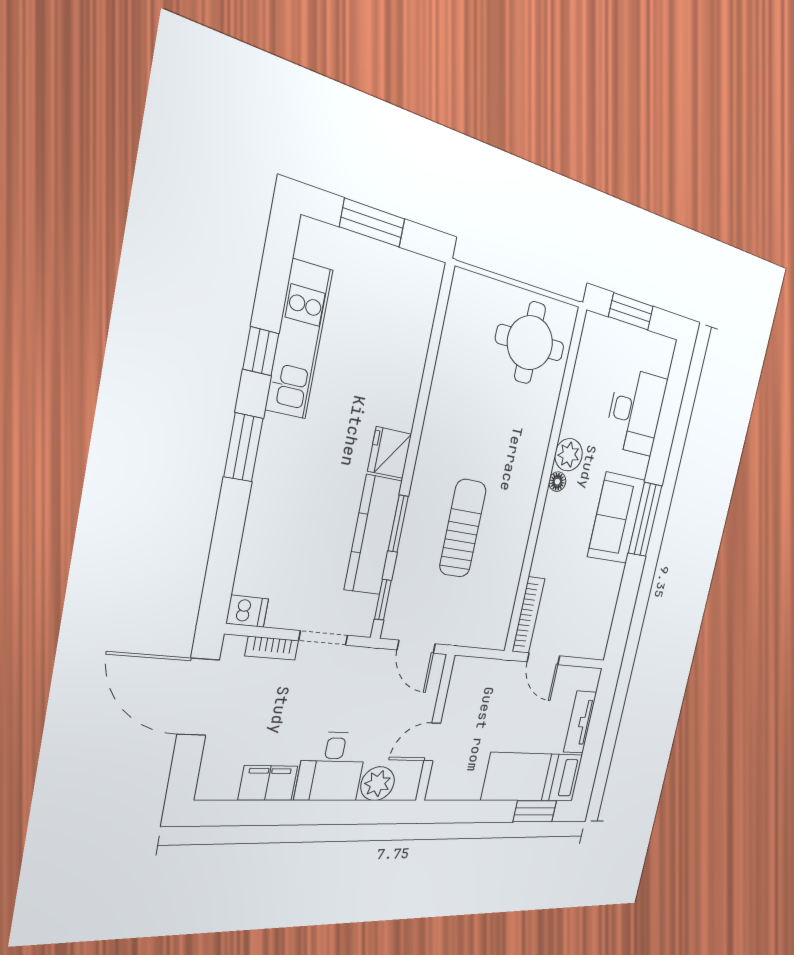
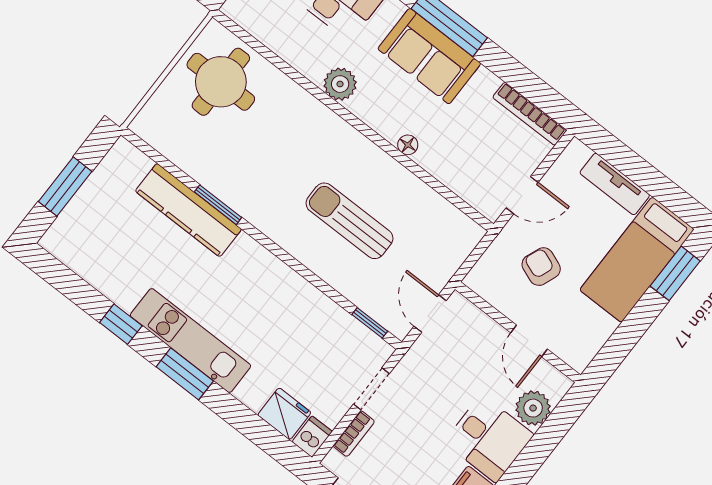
kitchen unit: (299, 340) -> (191, 341), moved
fridge: (390, 453) -> (284, 414), moved, turned 180
floor lamp: (557, 482) -> (408, 145), moved
window: (398, 524) -> (218, 205), moved
kitchen counter: (373, 535) -> (188, 210), moved
bookcase: (528, 615) -> (530, 114), moved, turned 180
door: (416, 647) -> (430, 313), swing flipped
armchair: (496, 711) -> (541, 267), added

